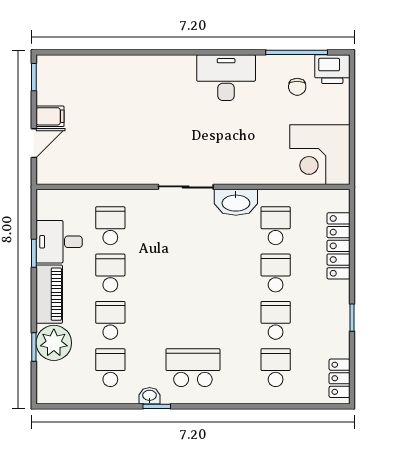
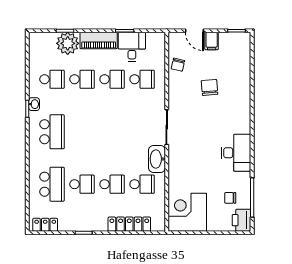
chair: (123, 120) -> (210, 87), added
chair: (87, 169) -> (178, 65), added
school desk: (276, 368) -> (52, 184), width x1.85

